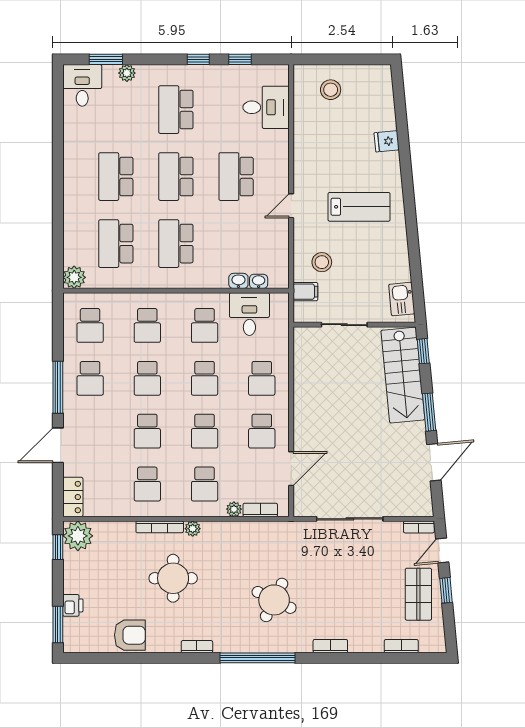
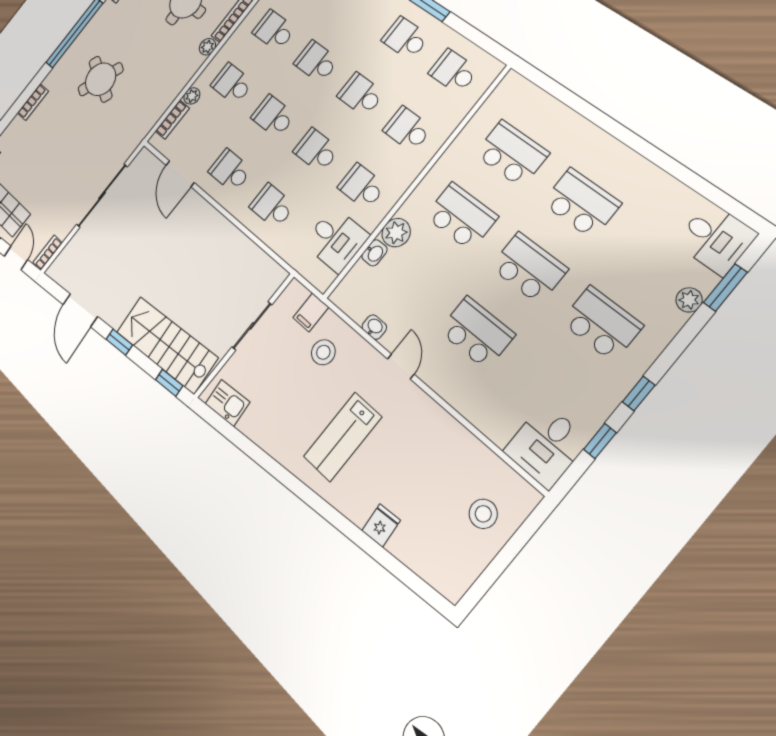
desk: (266, 107) -> (546, 446), moved
plant: (74, 277) -> (396, 233), moved
washbasin: (259, 281) -> (374, 327), moved, turned -90
window: (429, 412) -> (119, 342), width x0.67

